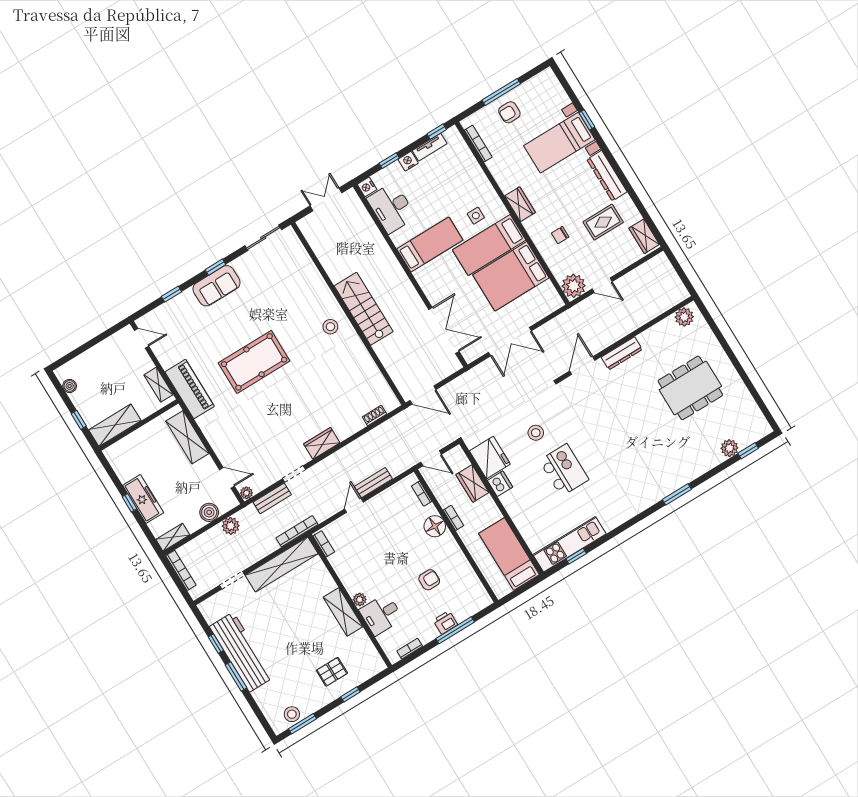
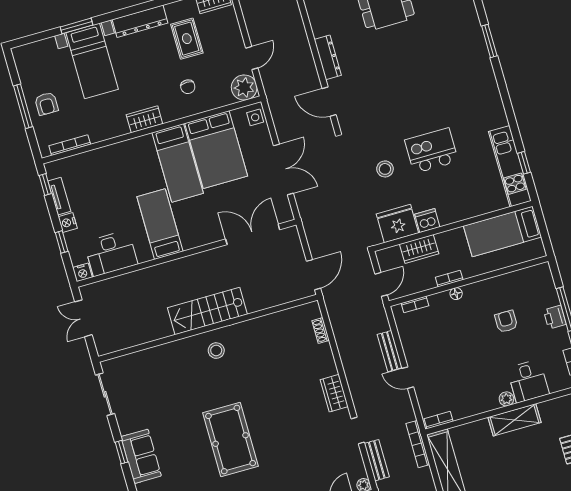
window: (587, 120) -> (76, 26), width x1.50
side table: (476, 216) -> (255, 117), moved
floor lamp: (435, 526) -> (456, 294), width x0.53, depth x0.53

